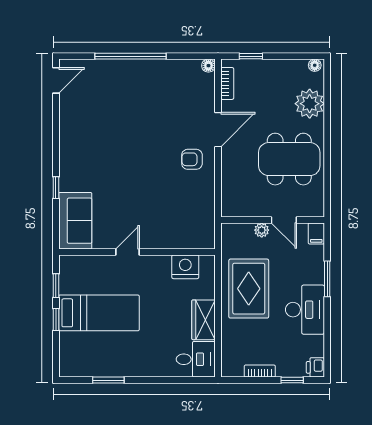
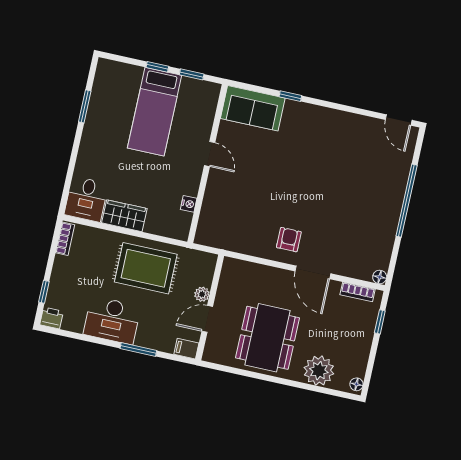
nightstand: (185, 267) -> (189, 204), width x0.53, depth x0.56
bookcase: (260, 371) -> (65, 239), moved

